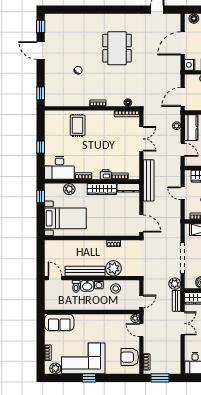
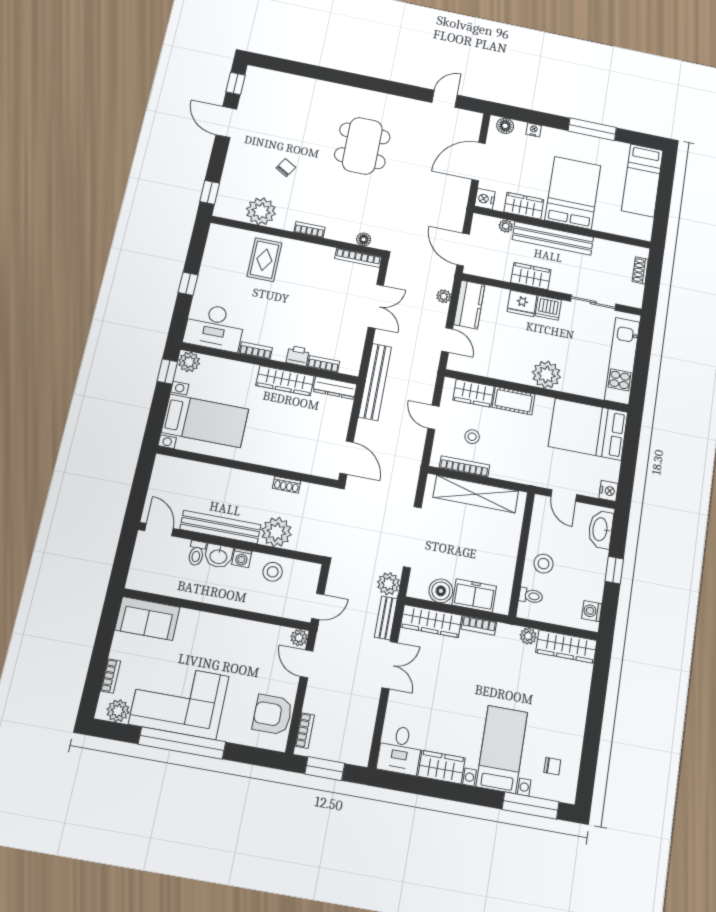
door: (183, 97) -> (463, 249), hinge flipped
plant: (70, 98) -> (261, 211), added
plant: (69, 189) -> (189, 362), moved
window: (89, 378) -> (182, 743), width x3.17

